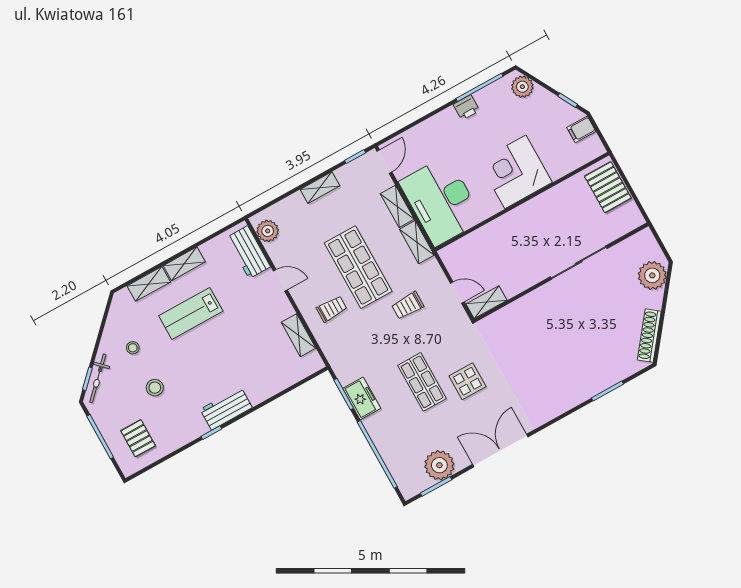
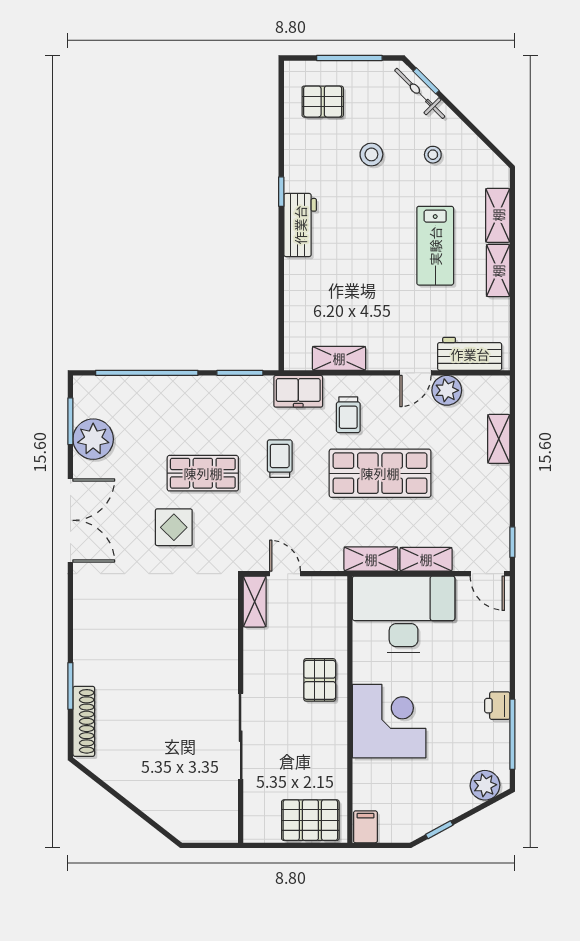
filing cabinet: (581, 129) -> (365, 827), moved
shelving: (320, 188) -> (499, 439), moved
plant: (268, 231) -> (447, 390), moved
pallet: (514, 232) -> (320, 680), added
plant: (652, 275) -> (177, 815), removed
door: (457, 293) -> (285, 574), swing flipped
trolley: (408, 305) -> (280, 459), moved
lab bench: (191, 313) -> (435, 246), turned 180
shoe rack: (649, 336) -> (84, 721), moved, turned 52
freezer: (362, 398) -> (298, 391), moved

